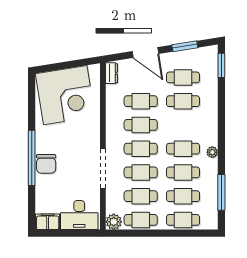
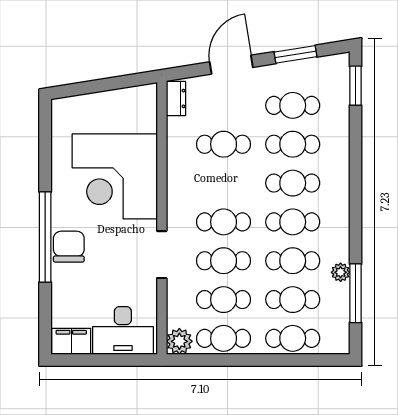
door: (145, 52) -> (231, 65), swing flipped
corner desk: (65, 95) -> (115, 176), moved, turned 99
cafe table: (141, 125) -> (293, 183), moved
plant: (212, 152) -> (341, 272), moved
chair: (46, 164) -> (69, 247), turned 180
doorway: (103, 169) -> (162, 255), width x0.73

